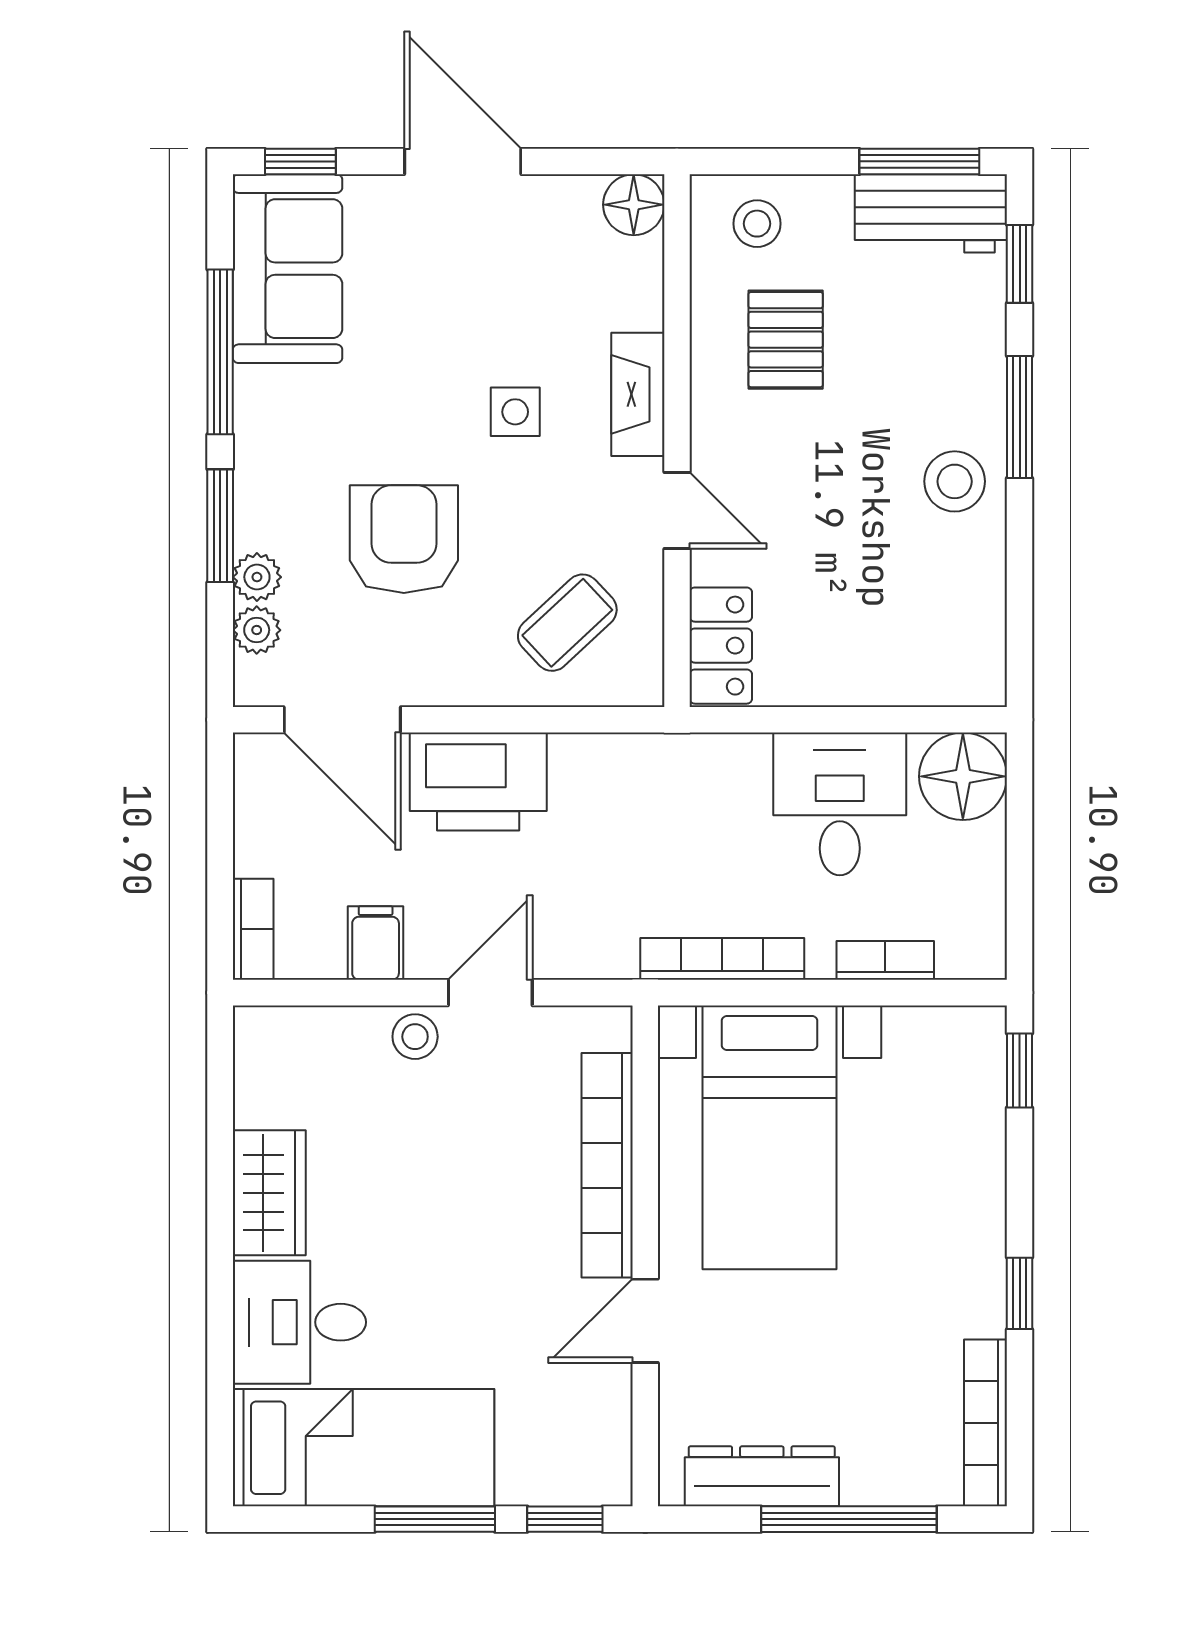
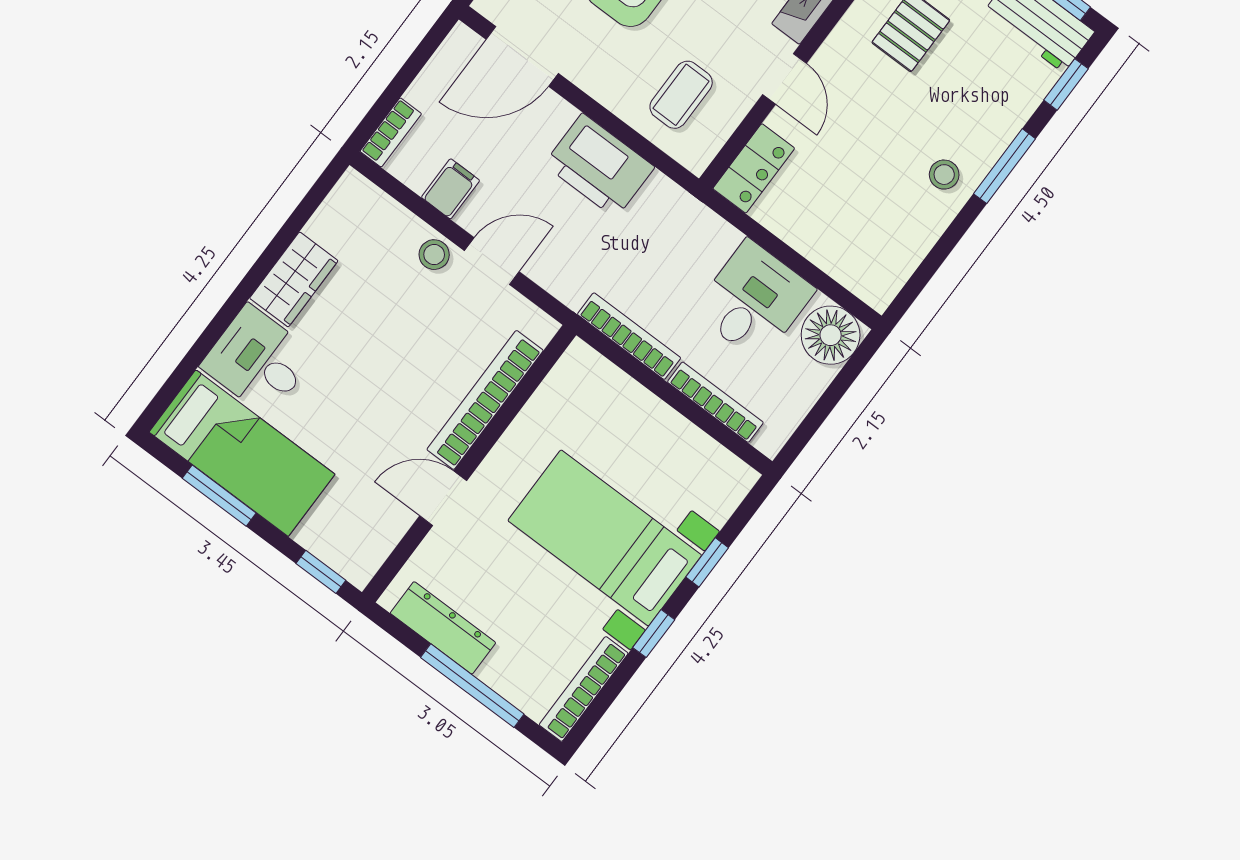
stool: (955, 481) -> (944, 175), width x0.73, depth x0.73
coffee table: (567, 623) -> (681, 95), turned -47
door: (342, 720) -> (522, 56), hinge flipped
printer: (478, 782) -> (599, 166), moved
bookcase: (885, 960) -> (715, 402), width x1.56
window: (1020, 1070) -> (707, 562), moved
bed with nightstands: (770, 1137) -> (605, 538), moved, turned 90
window: (435, 1519) -> (219, 496), moved

